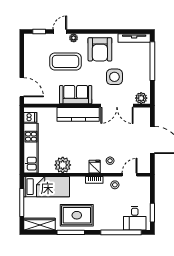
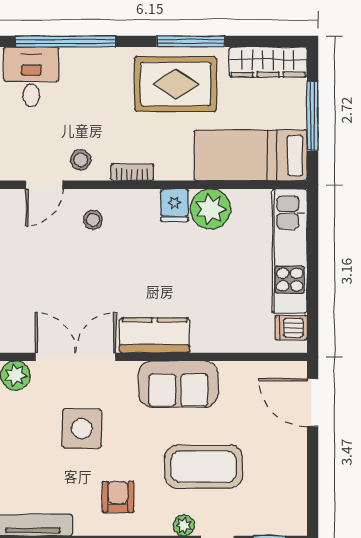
armchair: (100, 49) -> (118, 497), width x0.53, depth x0.53
kitchen counter: (78, 114) -> (155, 335), width x0.67
fridge: (95, 167) -> (175, 205), moved

